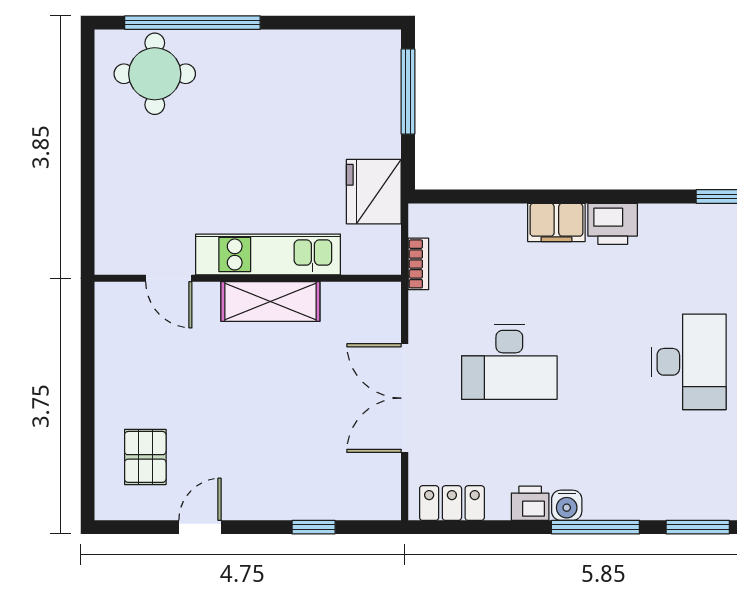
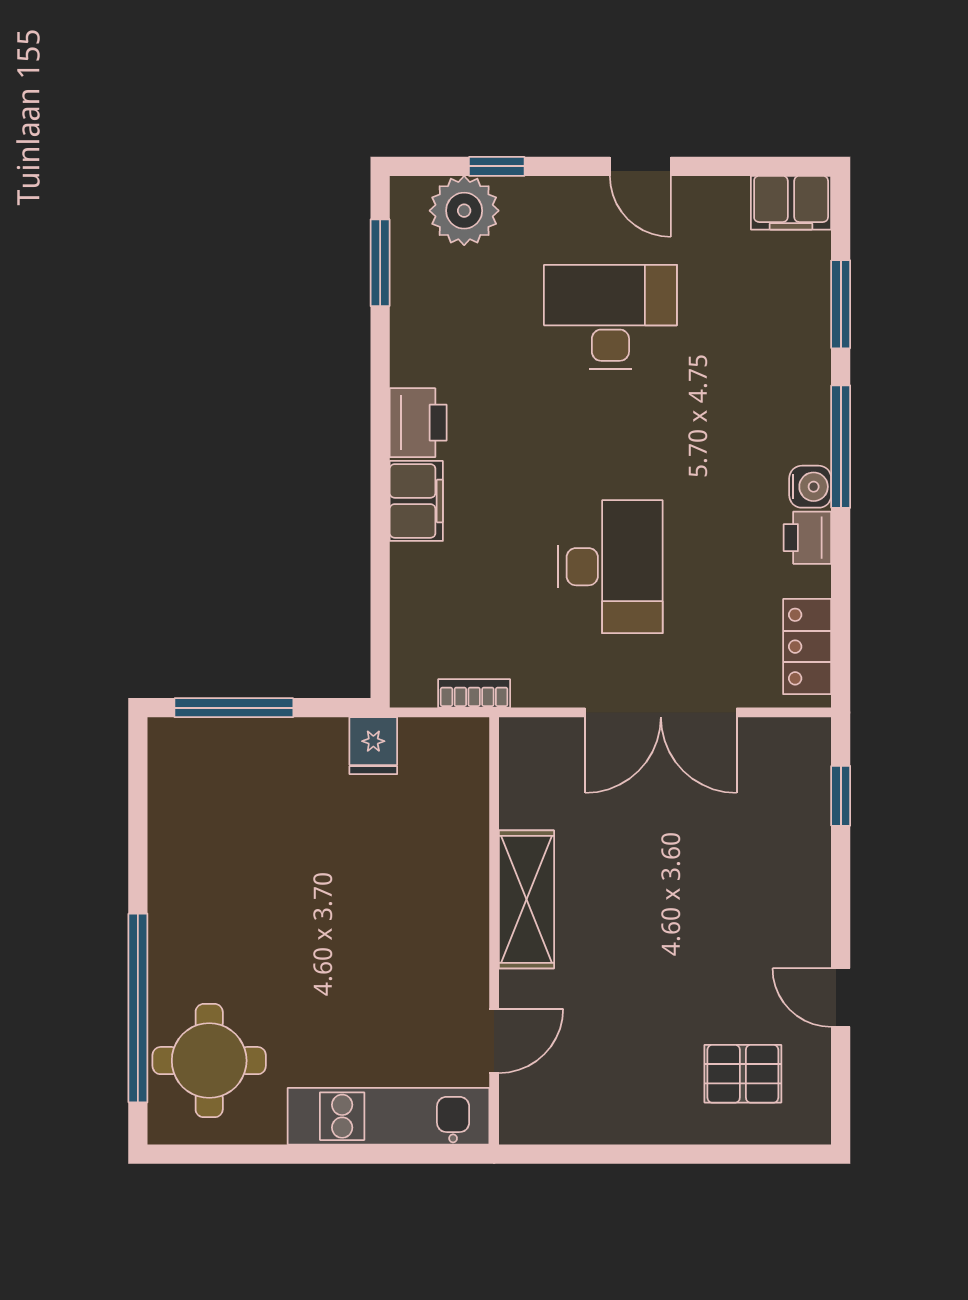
fridge: (374, 192) -> (373, 746), width x0.53, depth x0.75
kitchen unit: (268, 254) -> (389, 1116), moved, turned 90
window: (314, 527) -> (841, 796), moved

